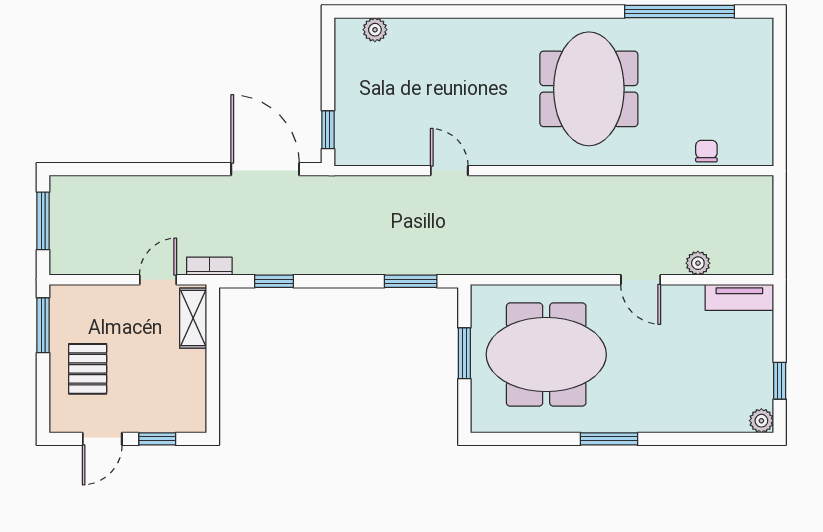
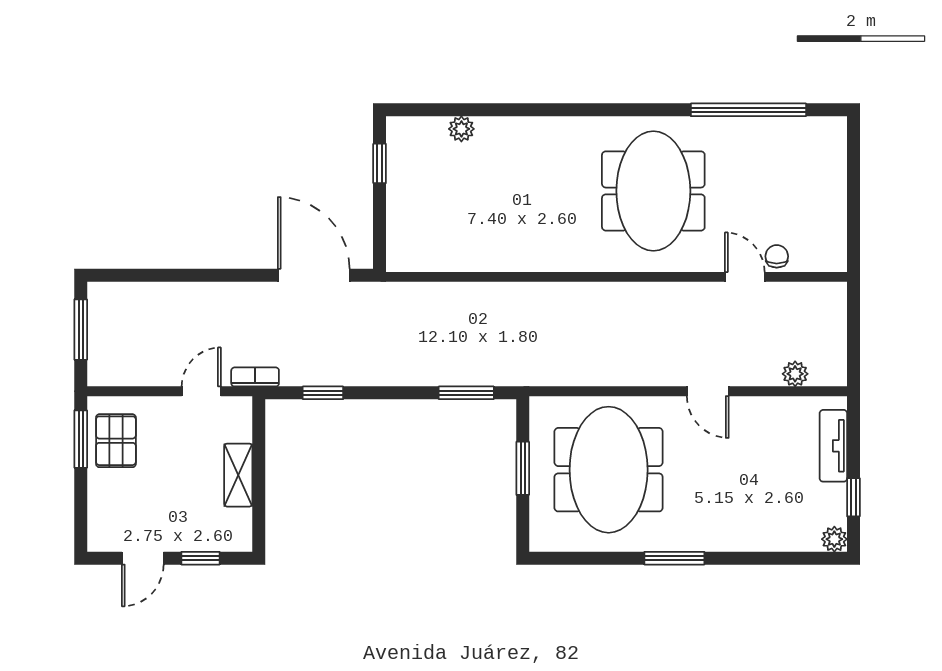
plant: (375, 30) -> (461, 129), moved
window: (328, 130) -> (380, 163), moved
door: (449, 171) -> (745, 277), moved
plant: (698, 263) -> (795, 374), moved
tv unit: (739, 297) -> (833, 446), moved, turned 90
shelving: (193, 318) -> (238, 475), moved
meeting table: (546, 355) -> (609, 470), turned 90
pallet: (88, 369) -> (116, 441), moved

